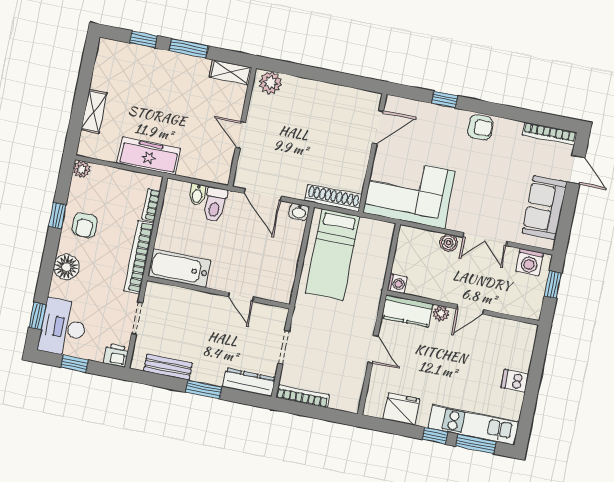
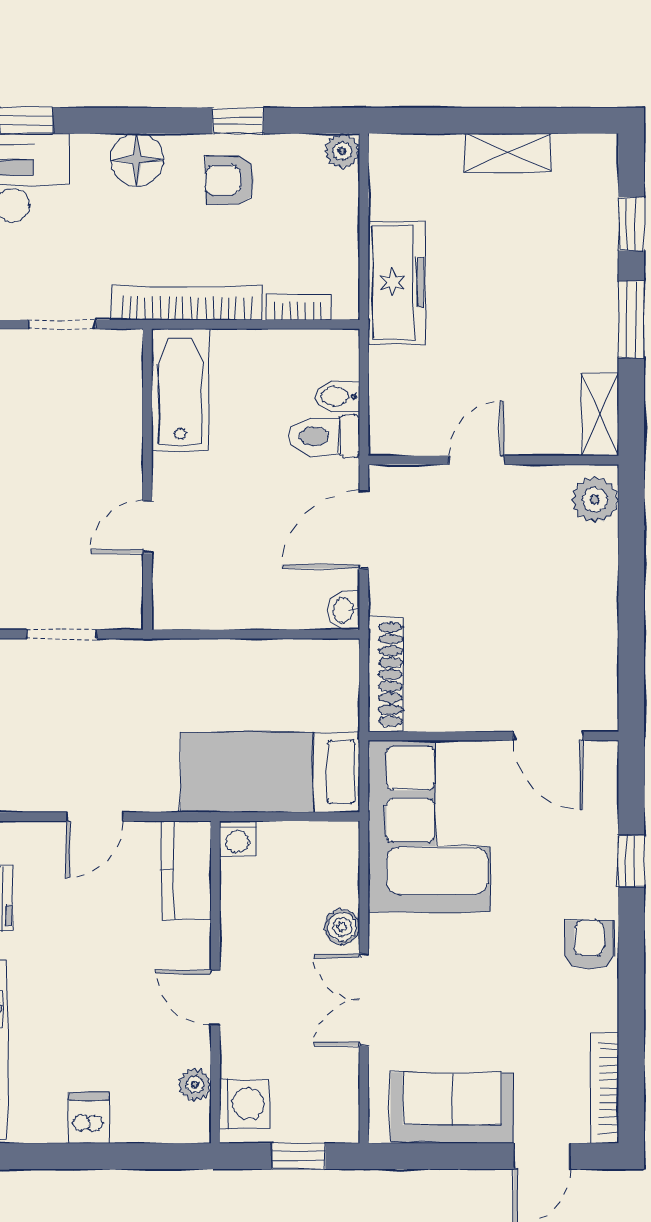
shelving: (94, 111) -> (508, 153), moved
armchair: (480, 127) -> (589, 945), turned 180
bed: (333, 255) -> (270, 772), moved
washing machine: (530, 262) -> (244, 1104), moved, turned 180
plant: (441, 313) -> (195, 1085), moved

